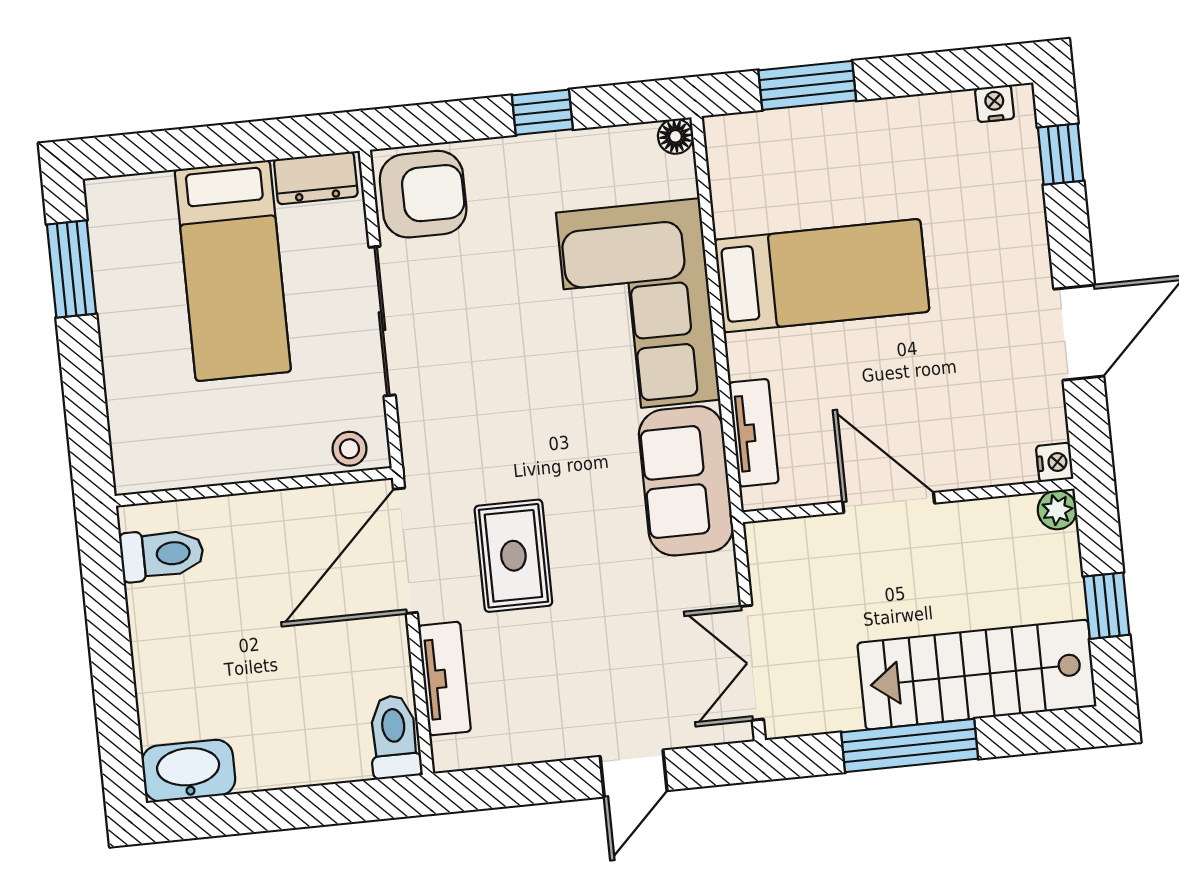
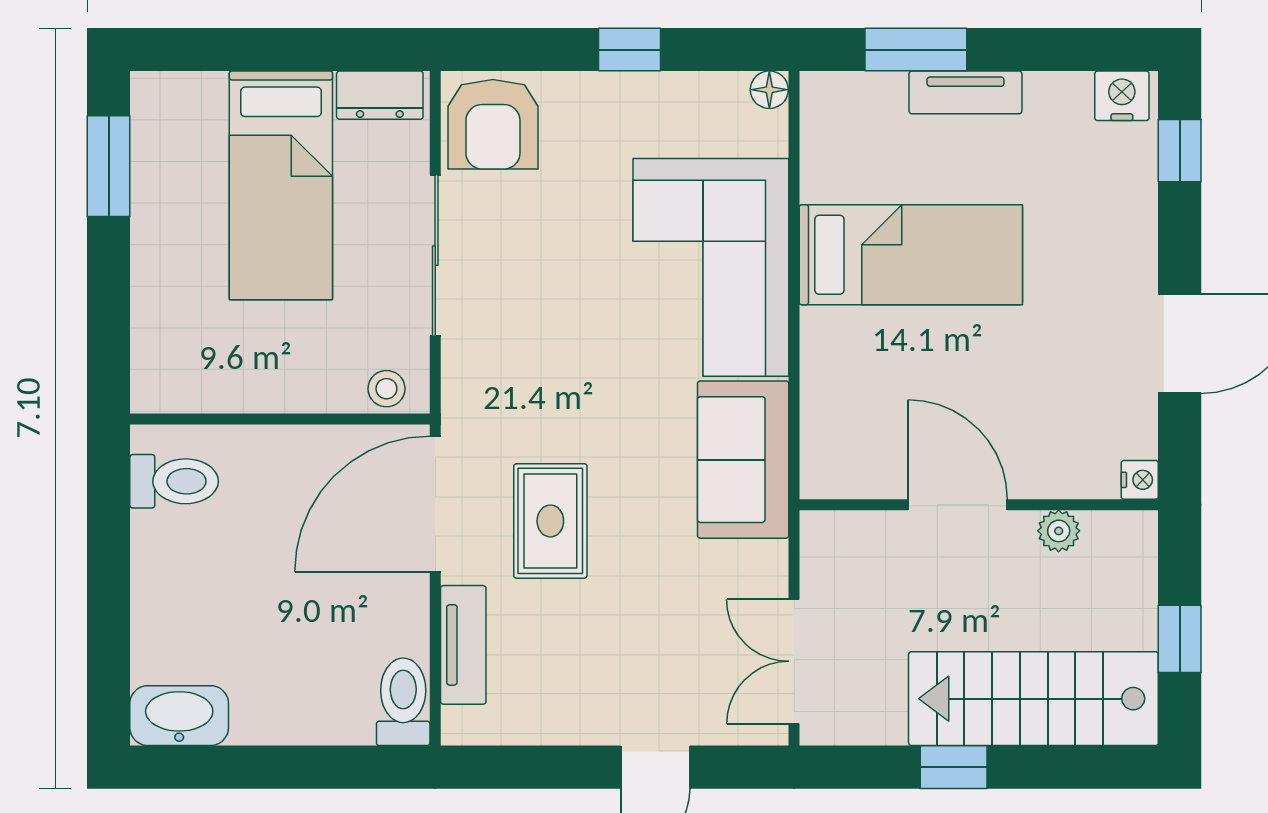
nightstand: (995, 104) -> (1122, 96), width x1.39, depth x1.35
armchair: (423, 194) -> (493, 124), turned 90
tv unit: (754, 433) -> (965, 92), moved, turned 90
plant: (1057, 510) -> (1059, 531), moved
window: (910, 745) -> (954, 767), width x0.46

